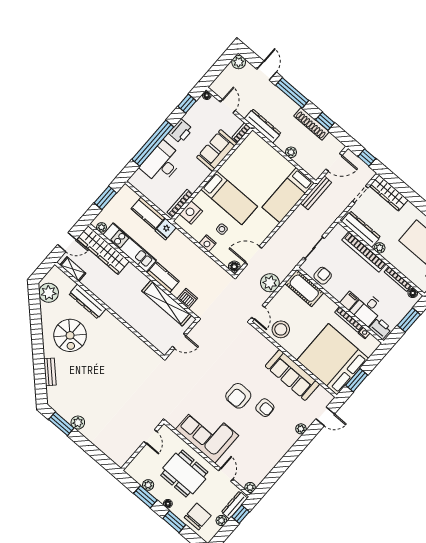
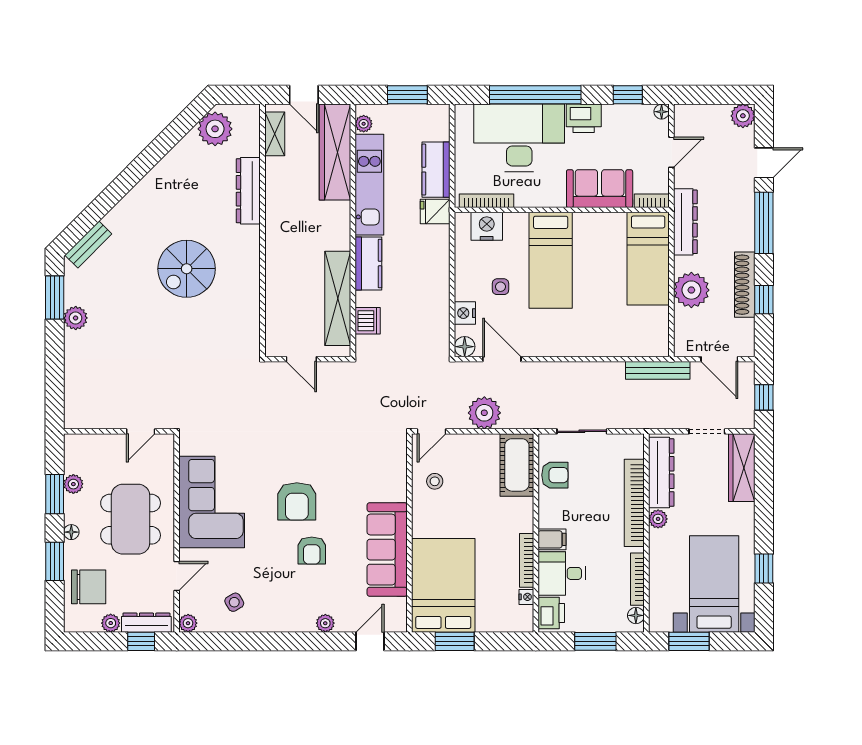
plant: (291, 152) -> (691, 290), width x1.87, depth x1.87
desk: (162, 163) -> (519, 138), width x1.36, depth x1.30
bed: (288, 195) -> (648, 259), moved, turned -90
nightstand: (208, 243) -> (465, 313), moved
stool: (281, 329) -> (435, 481), width x0.53, depth x0.53
spiral stairs: (70, 335) -> (187, 269), moved
bed: (333, 359) -> (443, 585), width x0.73
bench: (50, 372) -> (88, 244), moved
armchair: (238, 396) -> (297, 501), turned -90
door: (325, 416) -> (370, 641), swing flipped
side table: (258, 460) -> (234, 602), added

